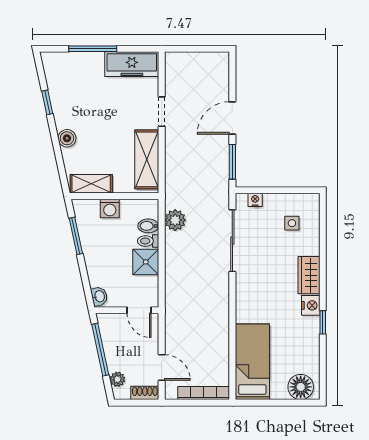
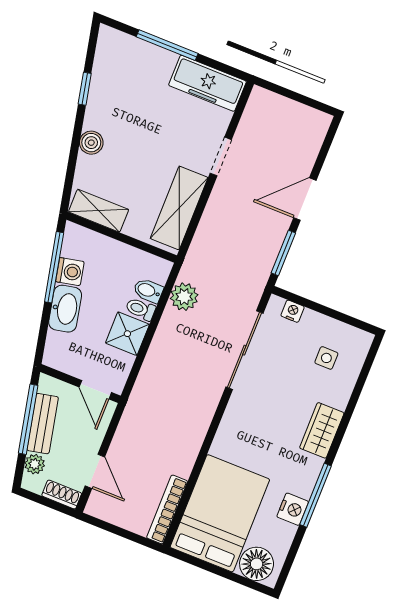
washing machine: (110, 208) -> (70, 272), moved, turned -102
window: (76, 236) -> (54, 267), width x1.44
washbasin: (99, 296) -> (65, 309), moved, width x1.91, depth x1.45
nightstand: (311, 305) -> (293, 509), moved
window: (323, 322) -> (316, 495), width x2.17
bench: (112, 349) -> (43, 424), added
bed: (252, 362) -> (220, 513), width x1.50
bookcase: (204, 393) -> (167, 509), moved, turned -90

